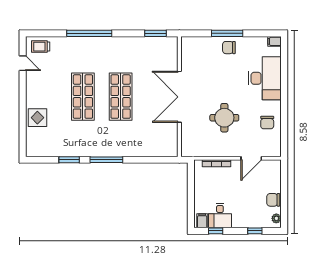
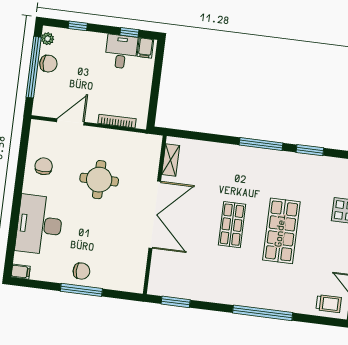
shop shelf: (121, 97) -> (232, 225), width x0.70, depth x0.74
shelving: (173, 139) -> (171, 160), added
window: (284, 196) -> (34, 67), added

